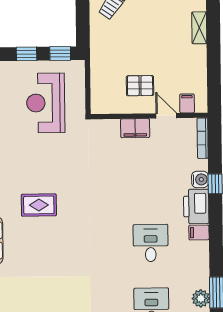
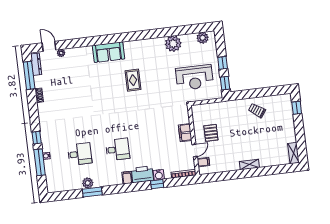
reception desk: (46, 103) -> (194, 78), turned 180

